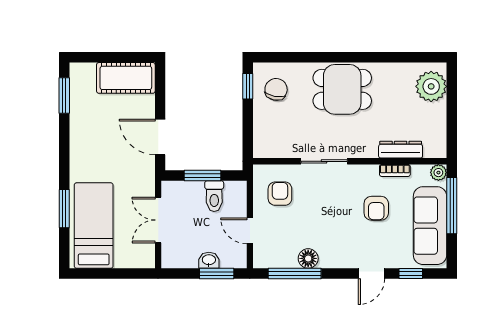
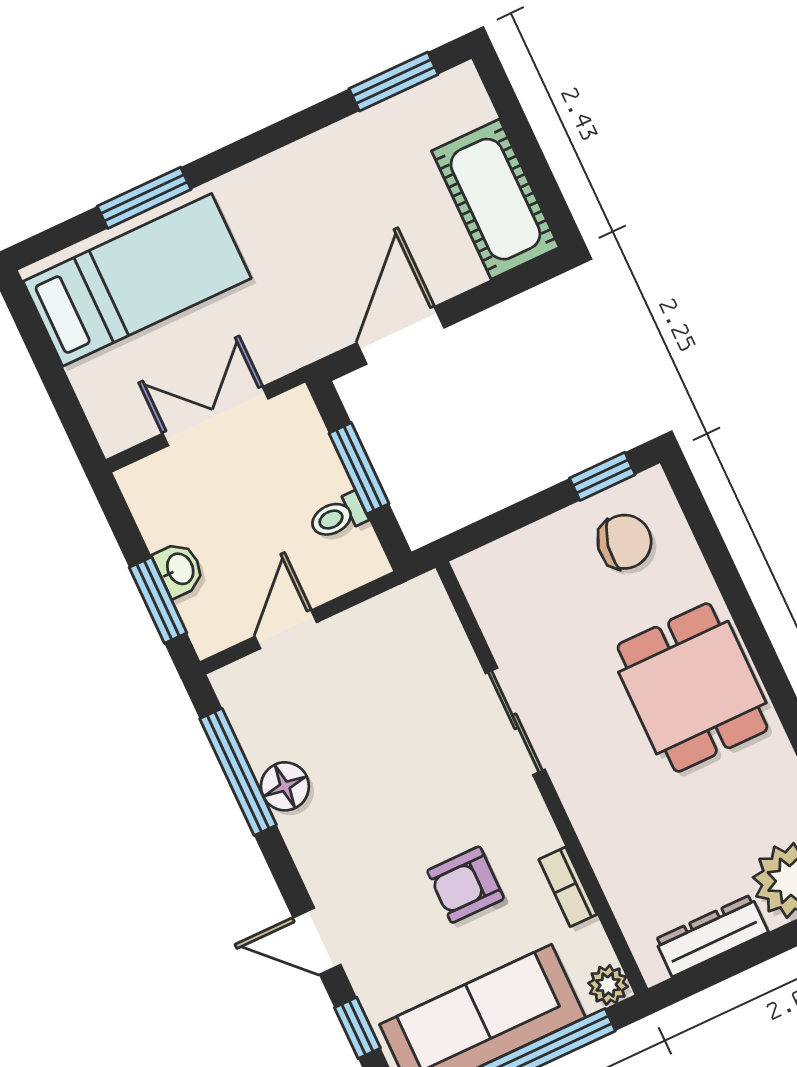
dresser: (401, 150) -> (712, 936), moved, turned -90
armchair: (280, 194) -> (399, 658), removed
toilet: (214, 196) -> (338, 516), width x0.73, depth x0.72

